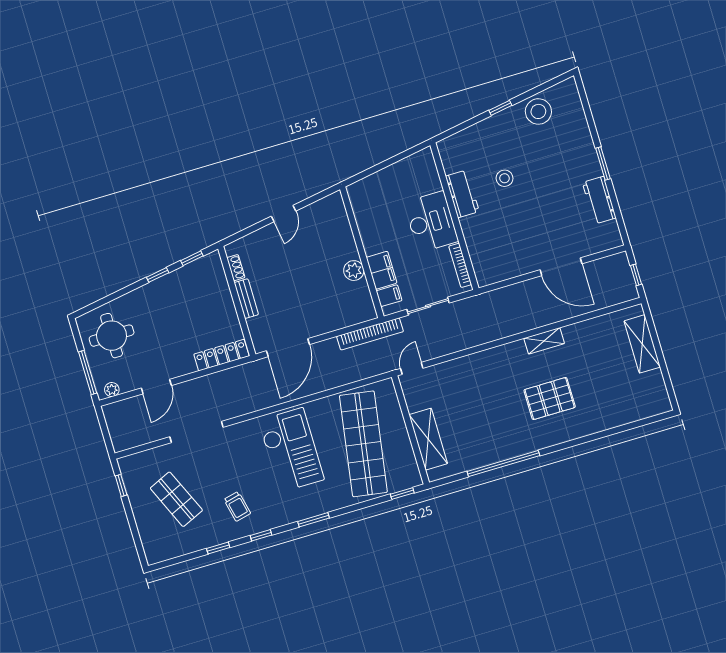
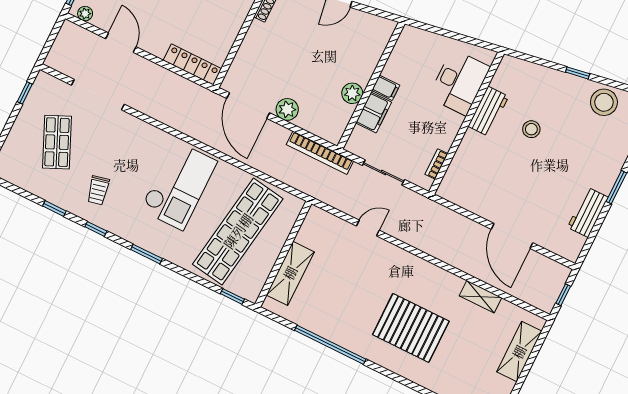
desk: (431, 222) -> (459, 82), moved
bookcase: (460, 265) -> (436, 164), width x0.64
filing cabinet: (389, 296) -> (386, 88), moved
bench: (246, 299) -> (251, 39), removed
plant: (318, 325) -> (287, 109), added
shelving: (544, 341) -> (480, 297), moved
door: (288, 348) -> (248, 106), hinge flipped
door: (412, 368) -> (368, 228), moved
door: (156, 387) -> (121, 43), swing flipped
pallet: (550, 399) -> (411, 328), width x1.37, depth x1.41
doorway: (197, 432) -> (98, 95), moved

